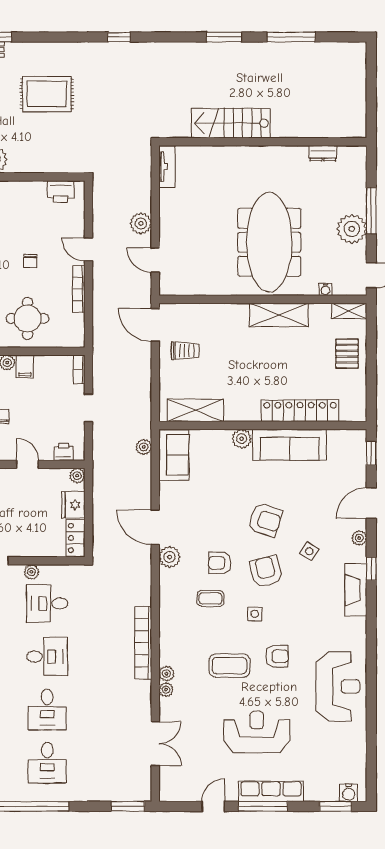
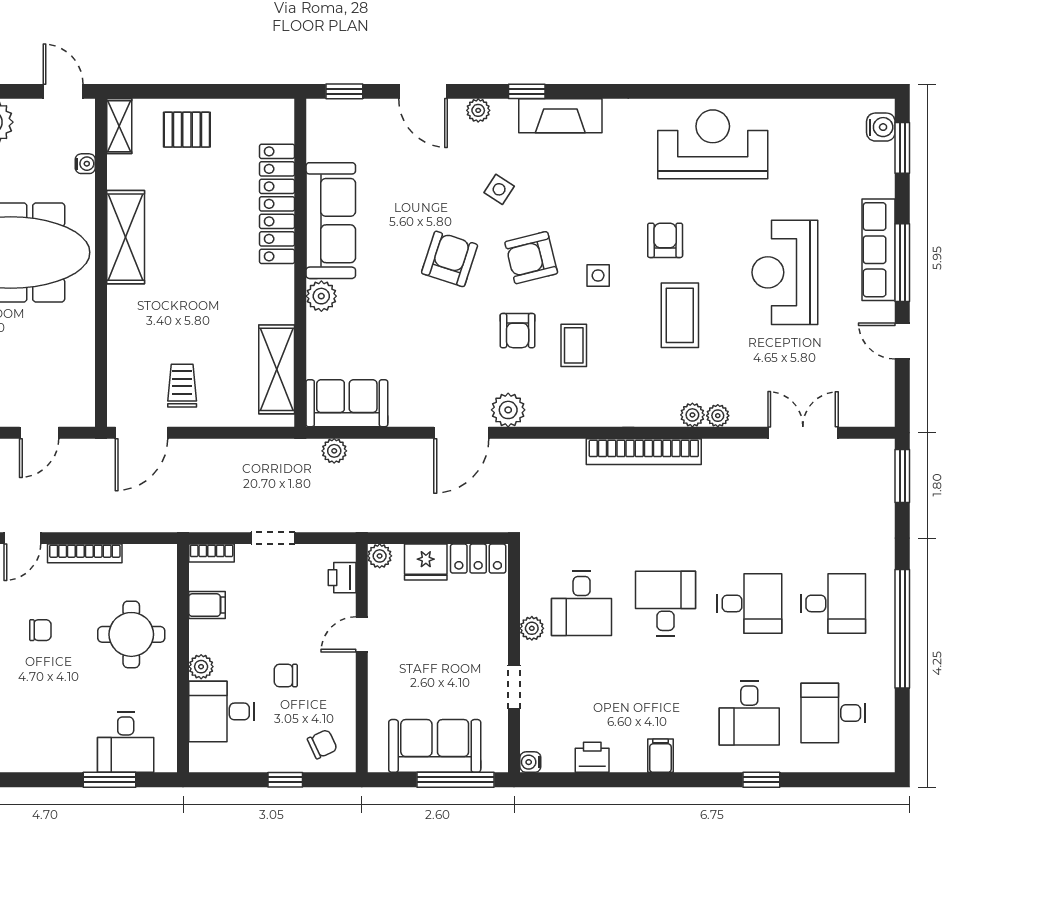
filing cabinet: (25, 366) -> (207, 605), moved

